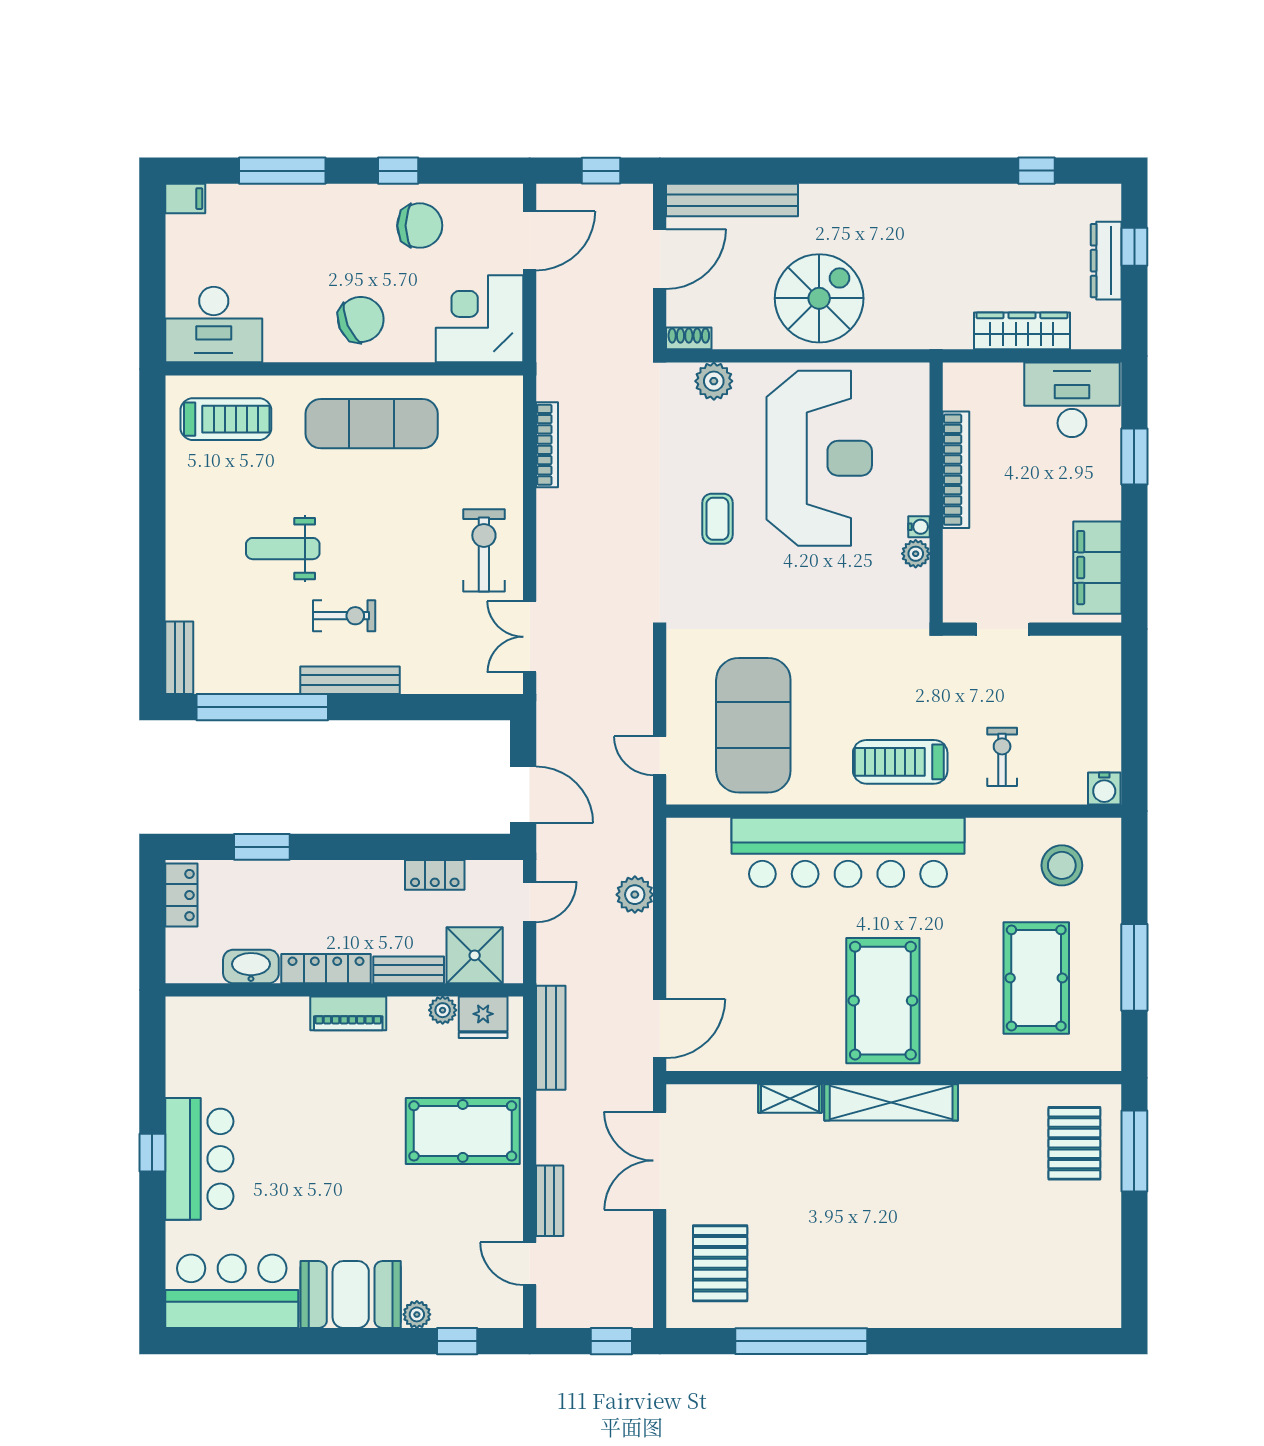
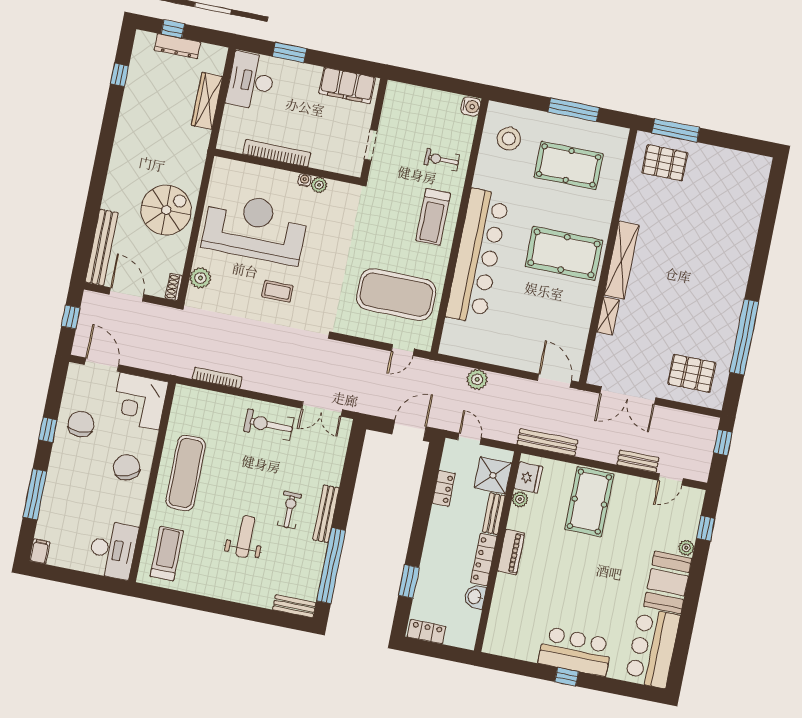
spiral stairs: (819, 298) -> (166, 210), turned 90
weight bench: (283, 549) -> (245, 536), turned 180
washbasin: (251, 966) -> (475, 597), width x0.72

